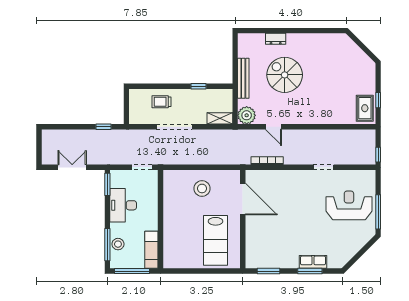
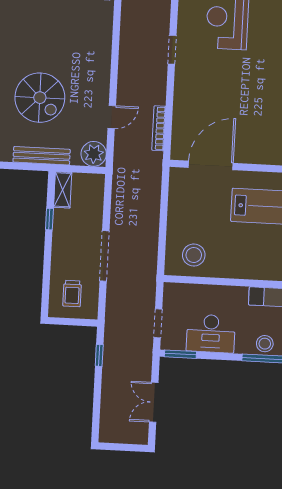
spiral stairs: (285, 75) -> (40, 98), turned -90
trolley: (161, 102) -> (72, 294), moved
shelving: (220, 118) -> (63, 190), moved
doorway: (142, 167) -> (158, 323), moved
stool: (202, 188) -> (194, 255), moved

